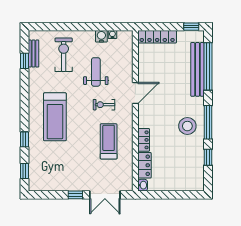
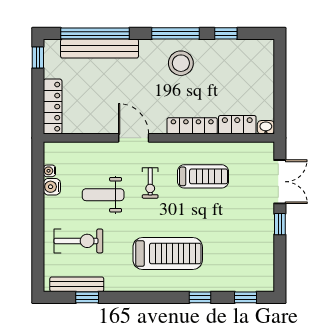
bench: (33, 54) -> (77, 284), width x1.36
exercise bike: (64, 55) -> (78, 241), turned 180
locker: (144, 140) -> (192, 126), width x1.53
treadmill: (109, 141) -> (203, 176), turned 180

